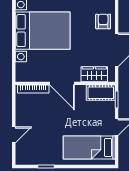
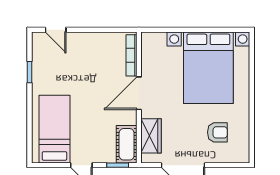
armchair: (103, 21) -> (217, 132), moved
door: (14, 135) -> (56, 30), moved

